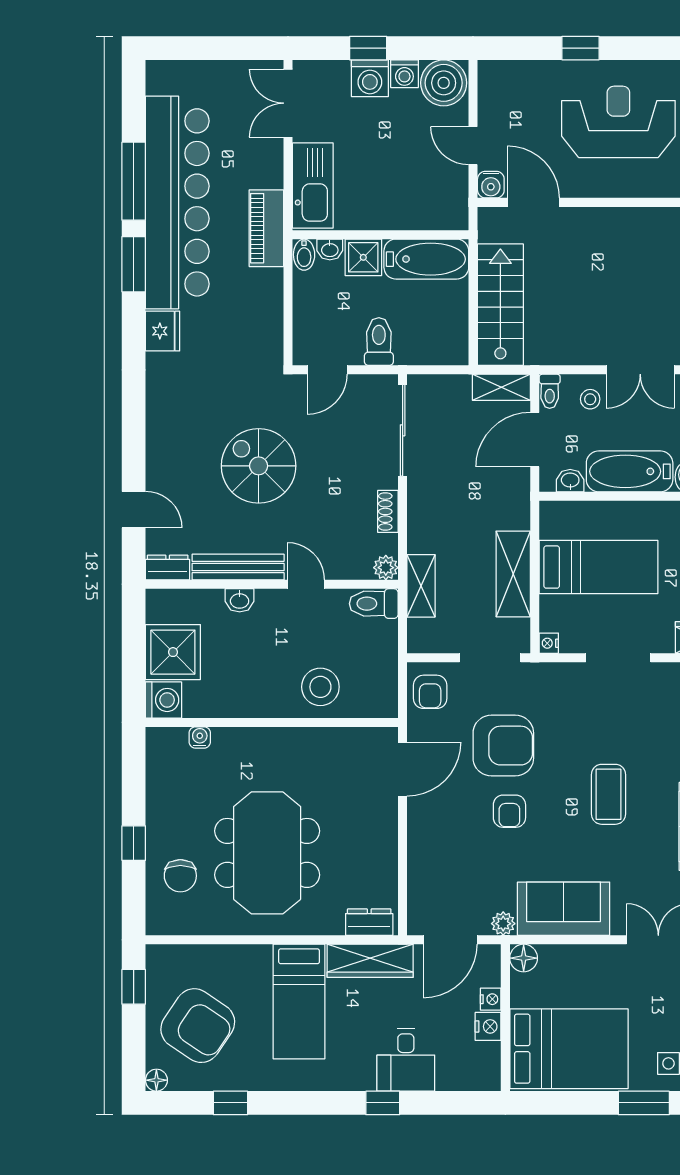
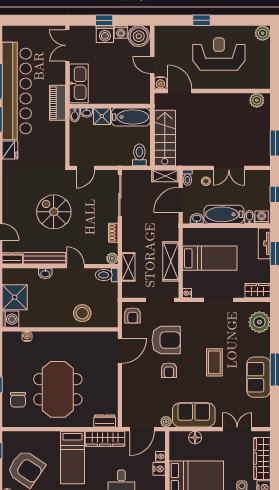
toilet: (379, 342) -> (139, 155), moved
floor lamp: (524, 958) -> (195, 438), moved

